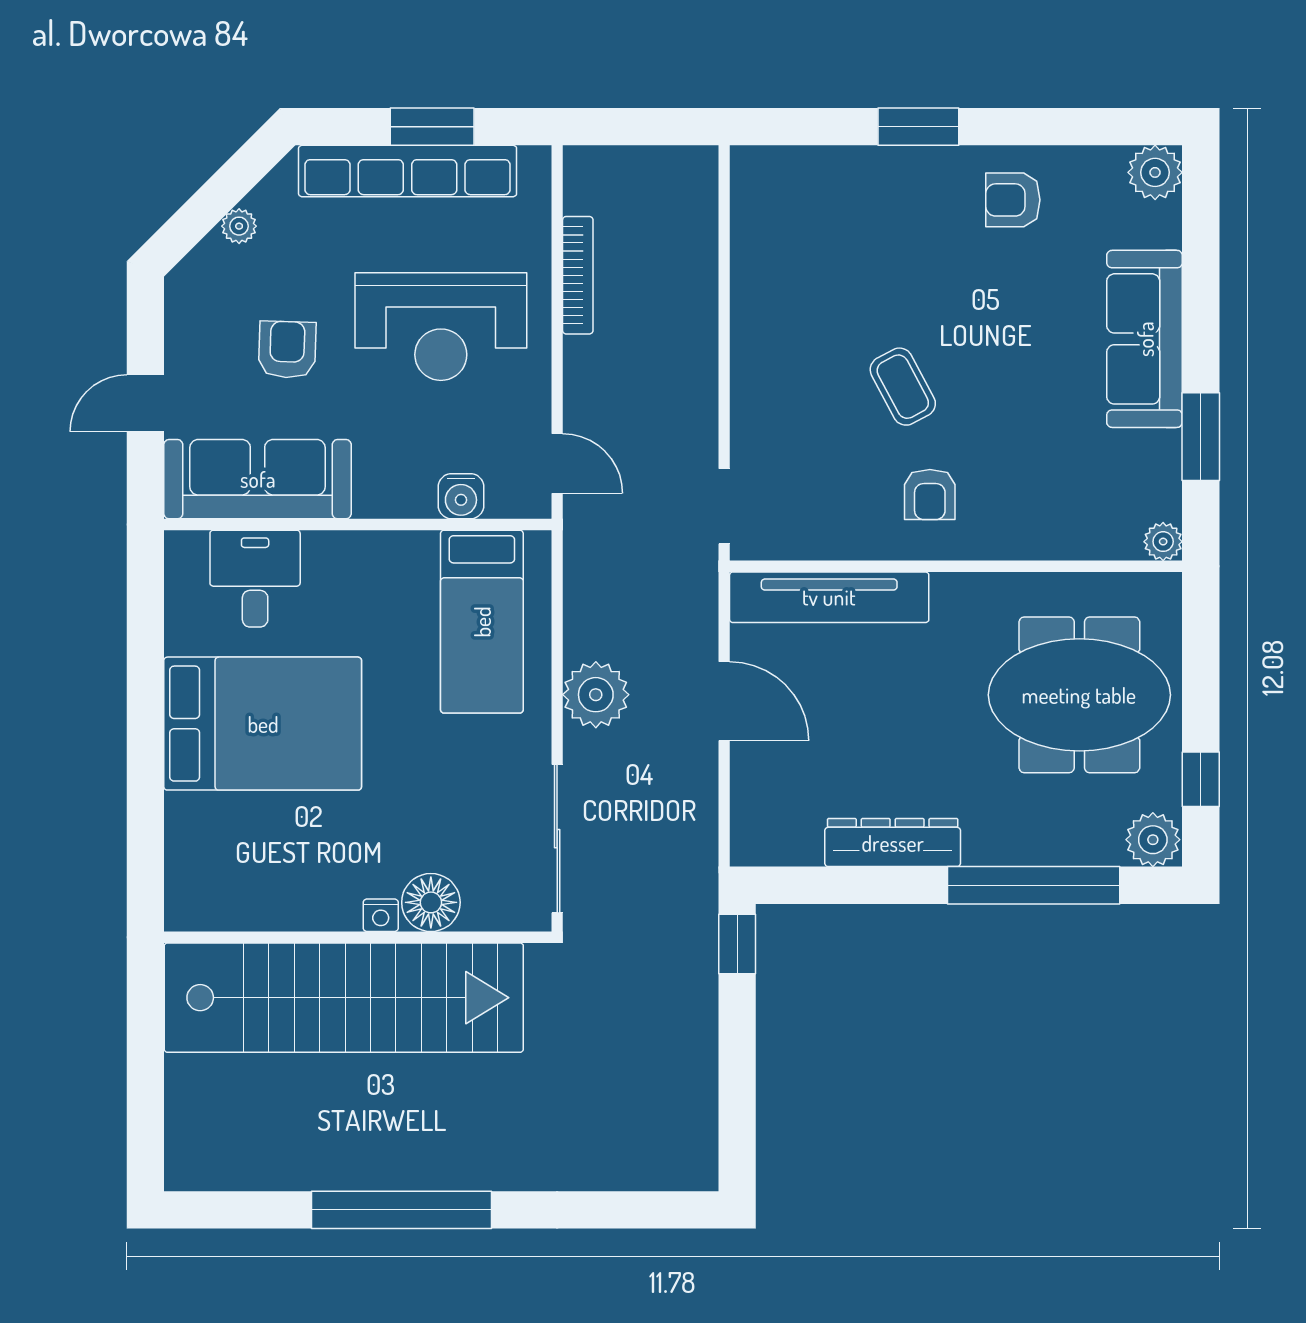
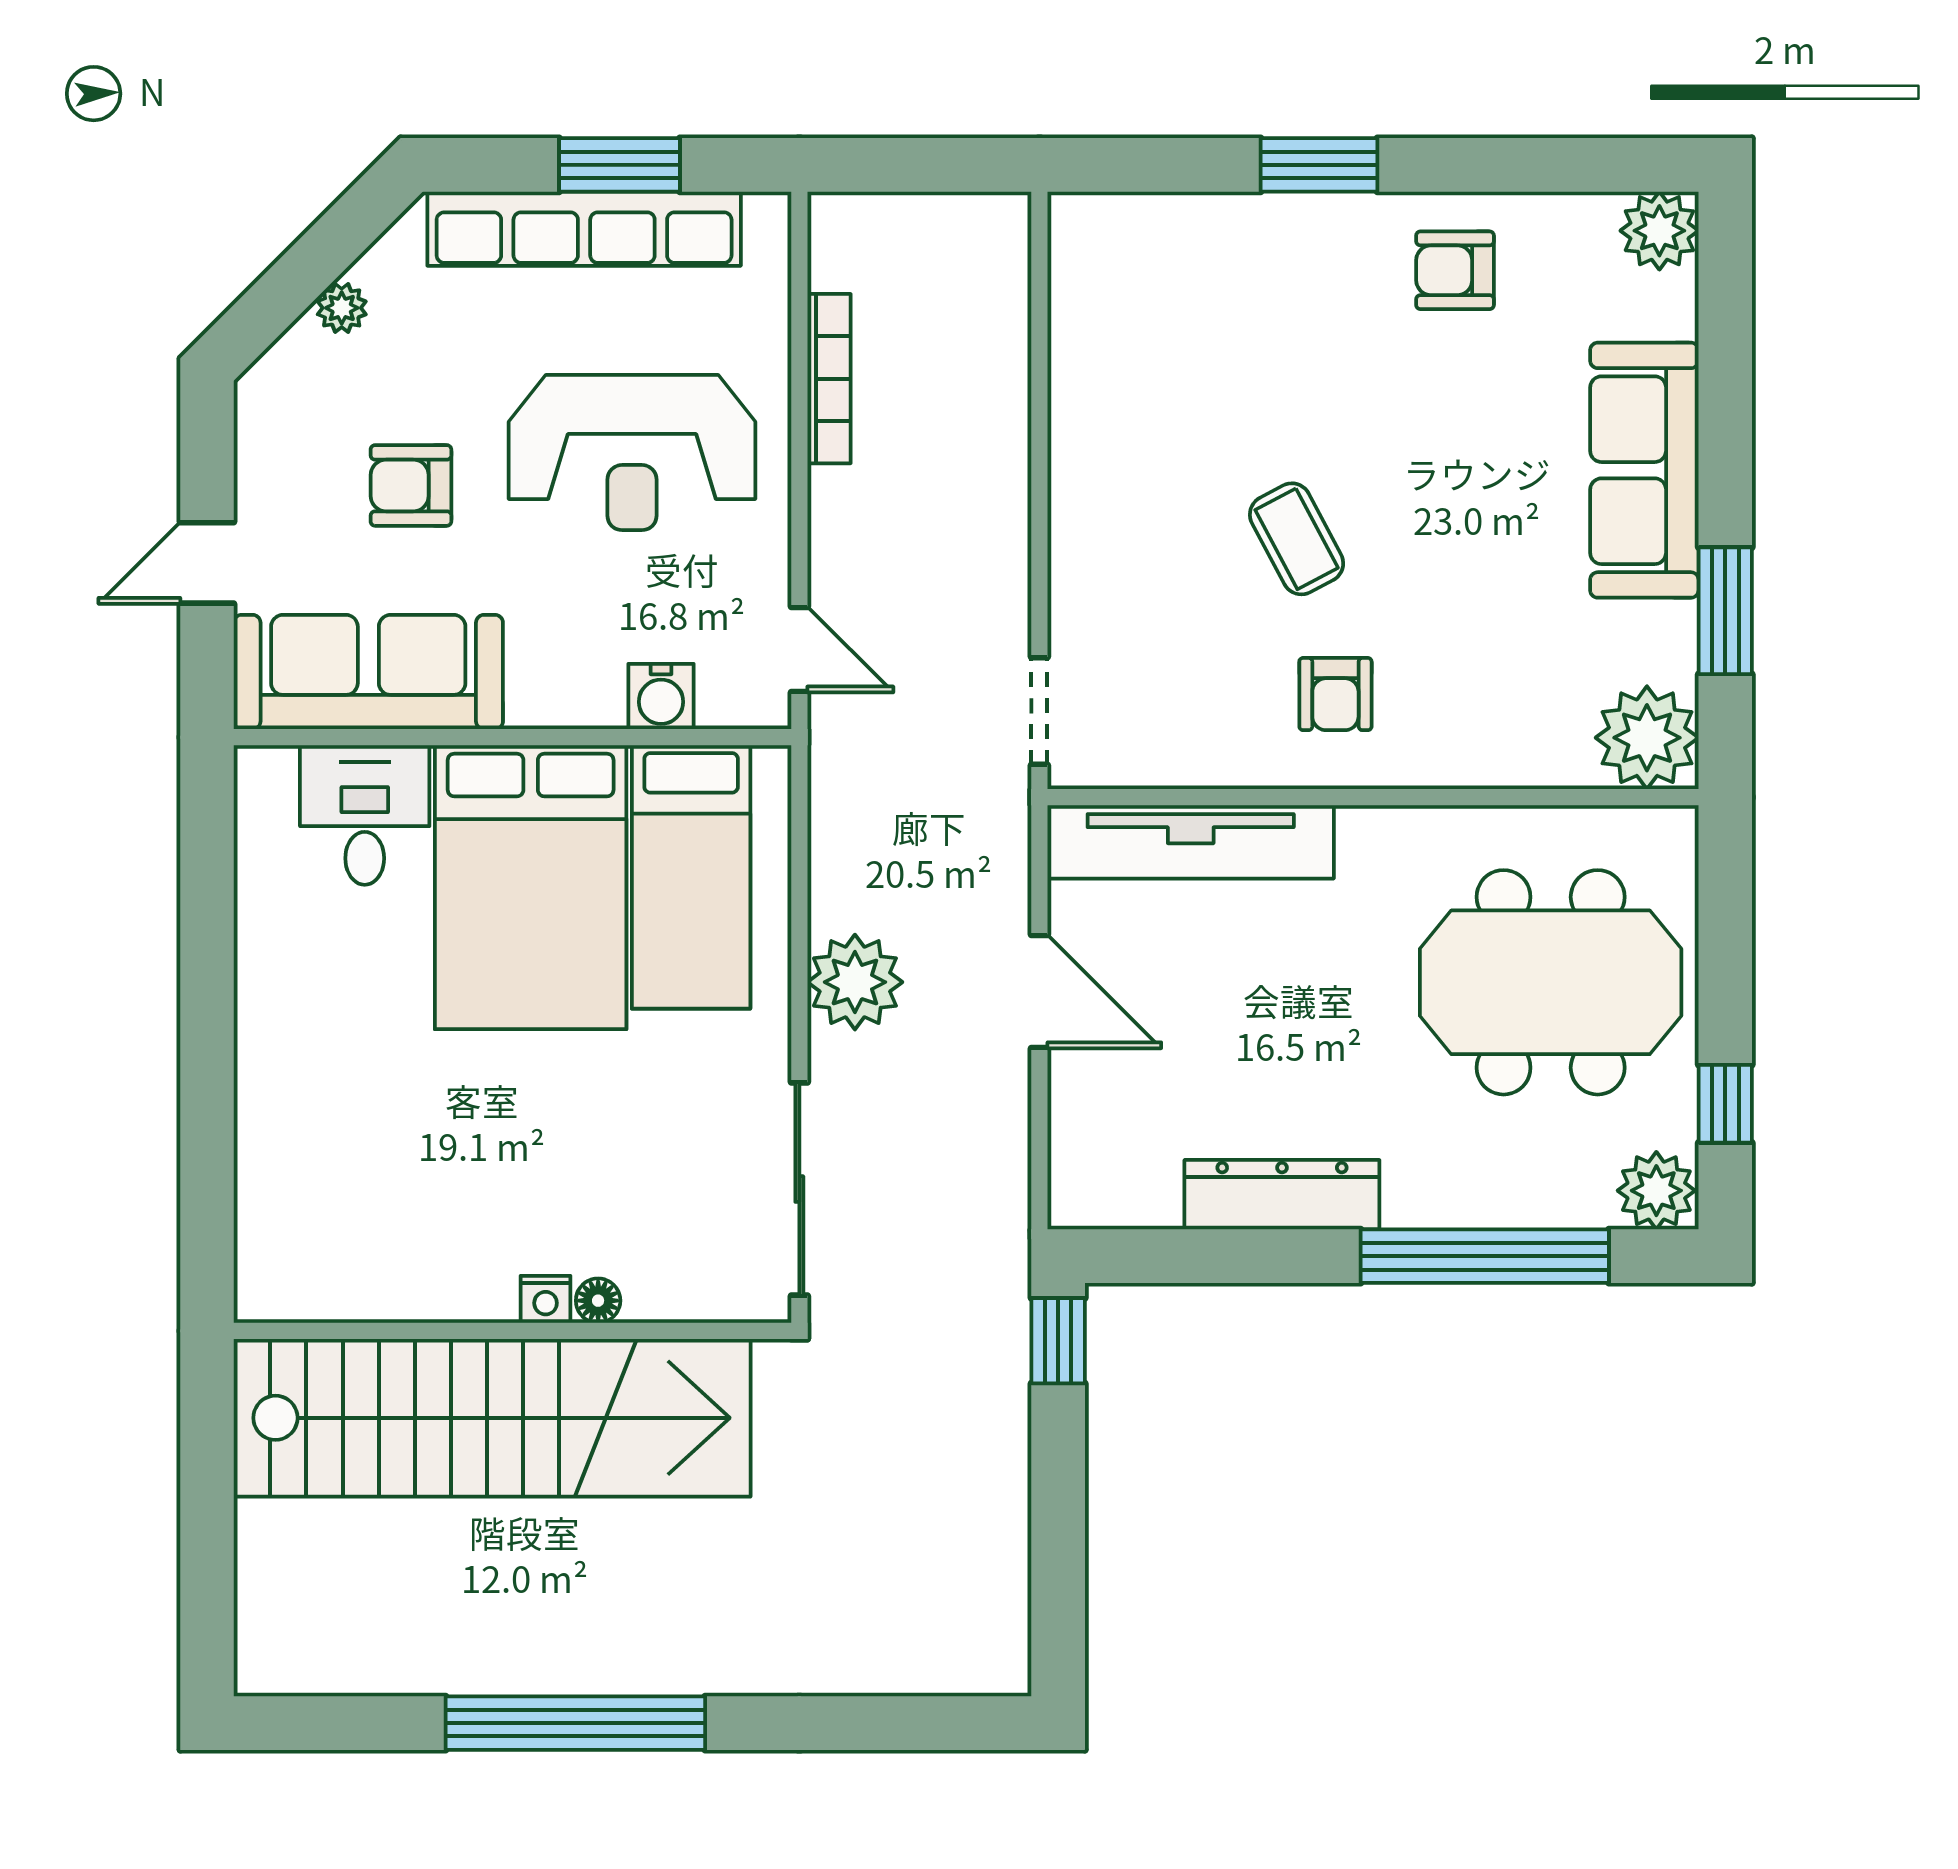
armchair: (287, 350) -> (411, 485), turned -92
plant: (1163, 542) -> (1647, 738), width x1.88, depth x1.88
bed: (263, 724) -> (531, 887), moved, turned 90
floor lamp: (431, 902) -> (598, 1301), width x0.53, depth x0.53

